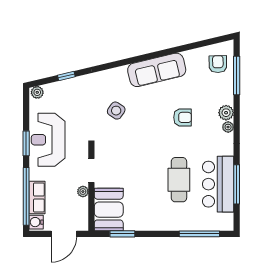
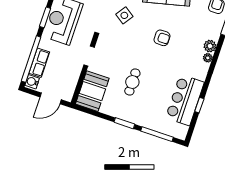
armchair: (183, 117) -> (162, 38), moved
cafe table: (179, 180) -> (132, 82), moved, width x0.73, depth x0.74
window: (237, 184) -> (199, 105), width x0.46
plant: (83, 192) -> (77, 70), removed
window: (122, 234) -> (124, 123), moved

